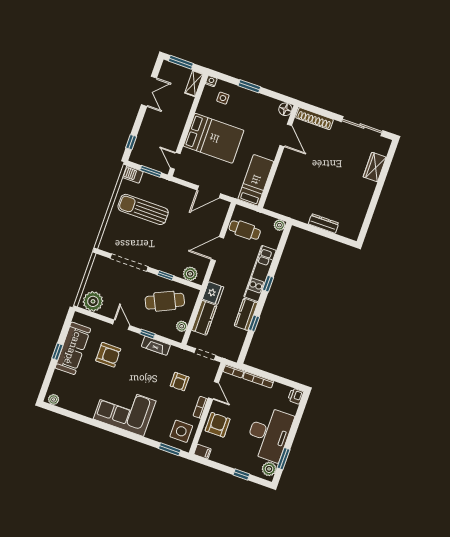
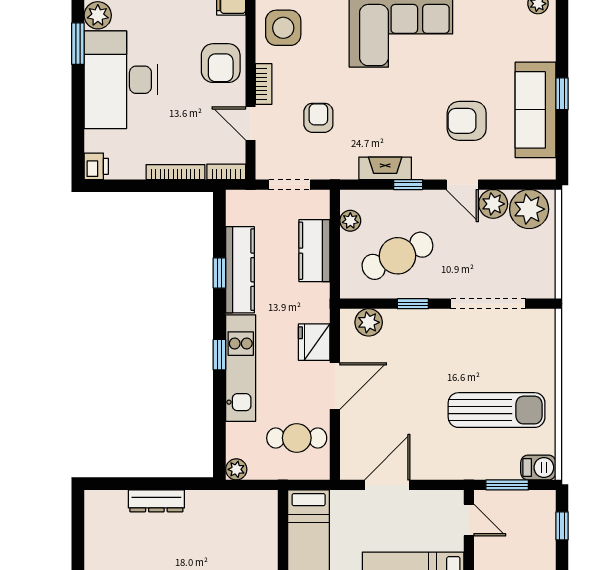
fridge: (213, 293) -> (314, 342), moved
plant: (110, 310) -> (493, 204), added
kitchen counter: (246, 314) -> (240, 270), width x1.50

